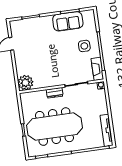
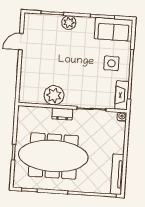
plant: (45, 21) -> (69, 23), added
sofa: (68, 21) -> (114, 29), moved
plant: (25, 83) -> (54, 95), moved

